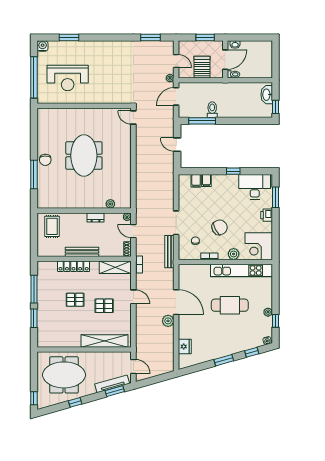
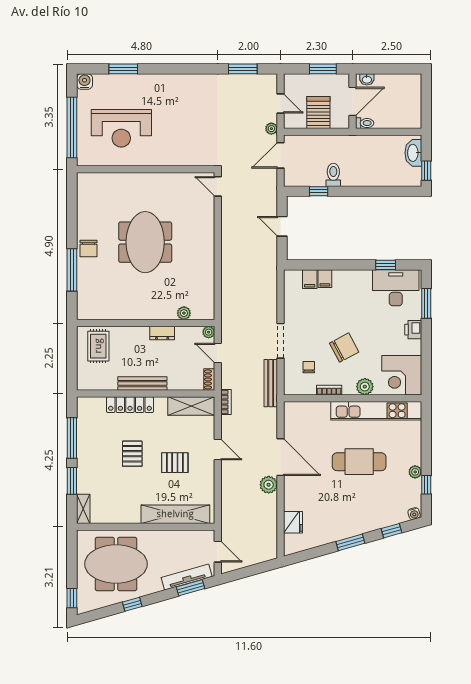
window: (202, 121) -> (319, 191), width x0.46
window: (233, 171) -> (386, 265), moved
pallet: (75, 300) -> (132, 454), turned 90
shelving: (42, 337) -> (83, 509), added

